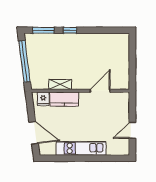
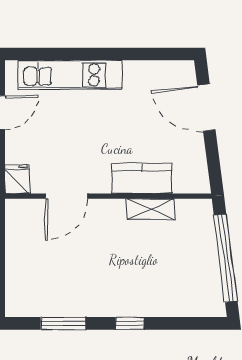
window: (43, 30) -> (63, 323), moved
fridge: (43, 99) -> (17, 179), moved
kitchen unit: (81, 148) -> (70, 75), moved

